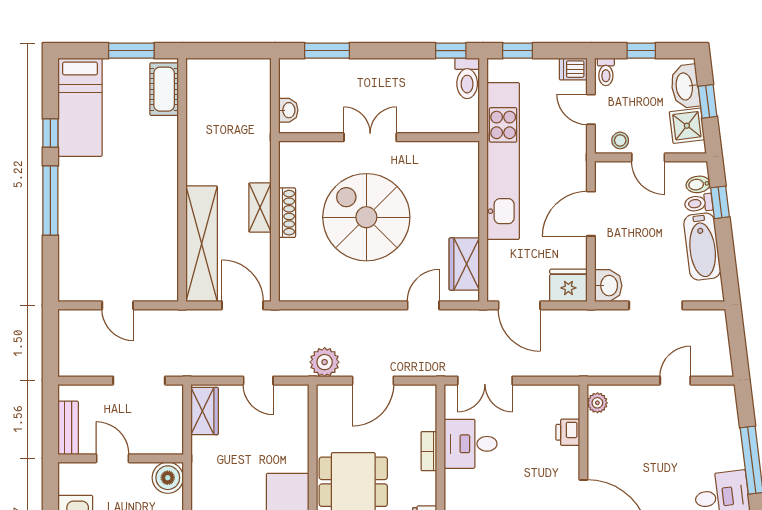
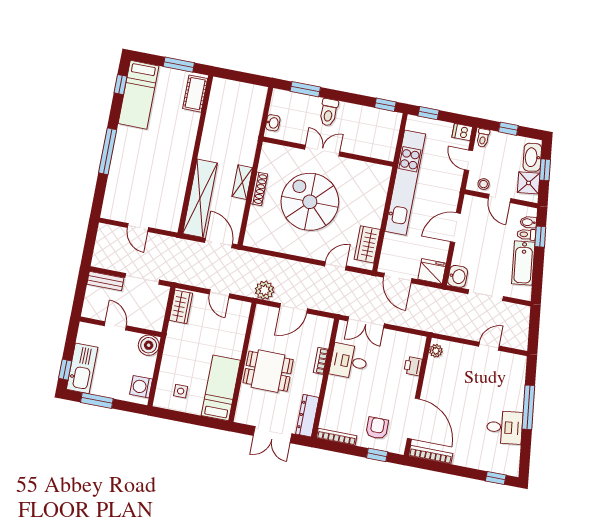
toilet: (467, 78) -> (329, 112), moved
window: (50, 133) -> (121, 85), moved
bench: (68, 428) -> (105, 281), moved, turned 90

